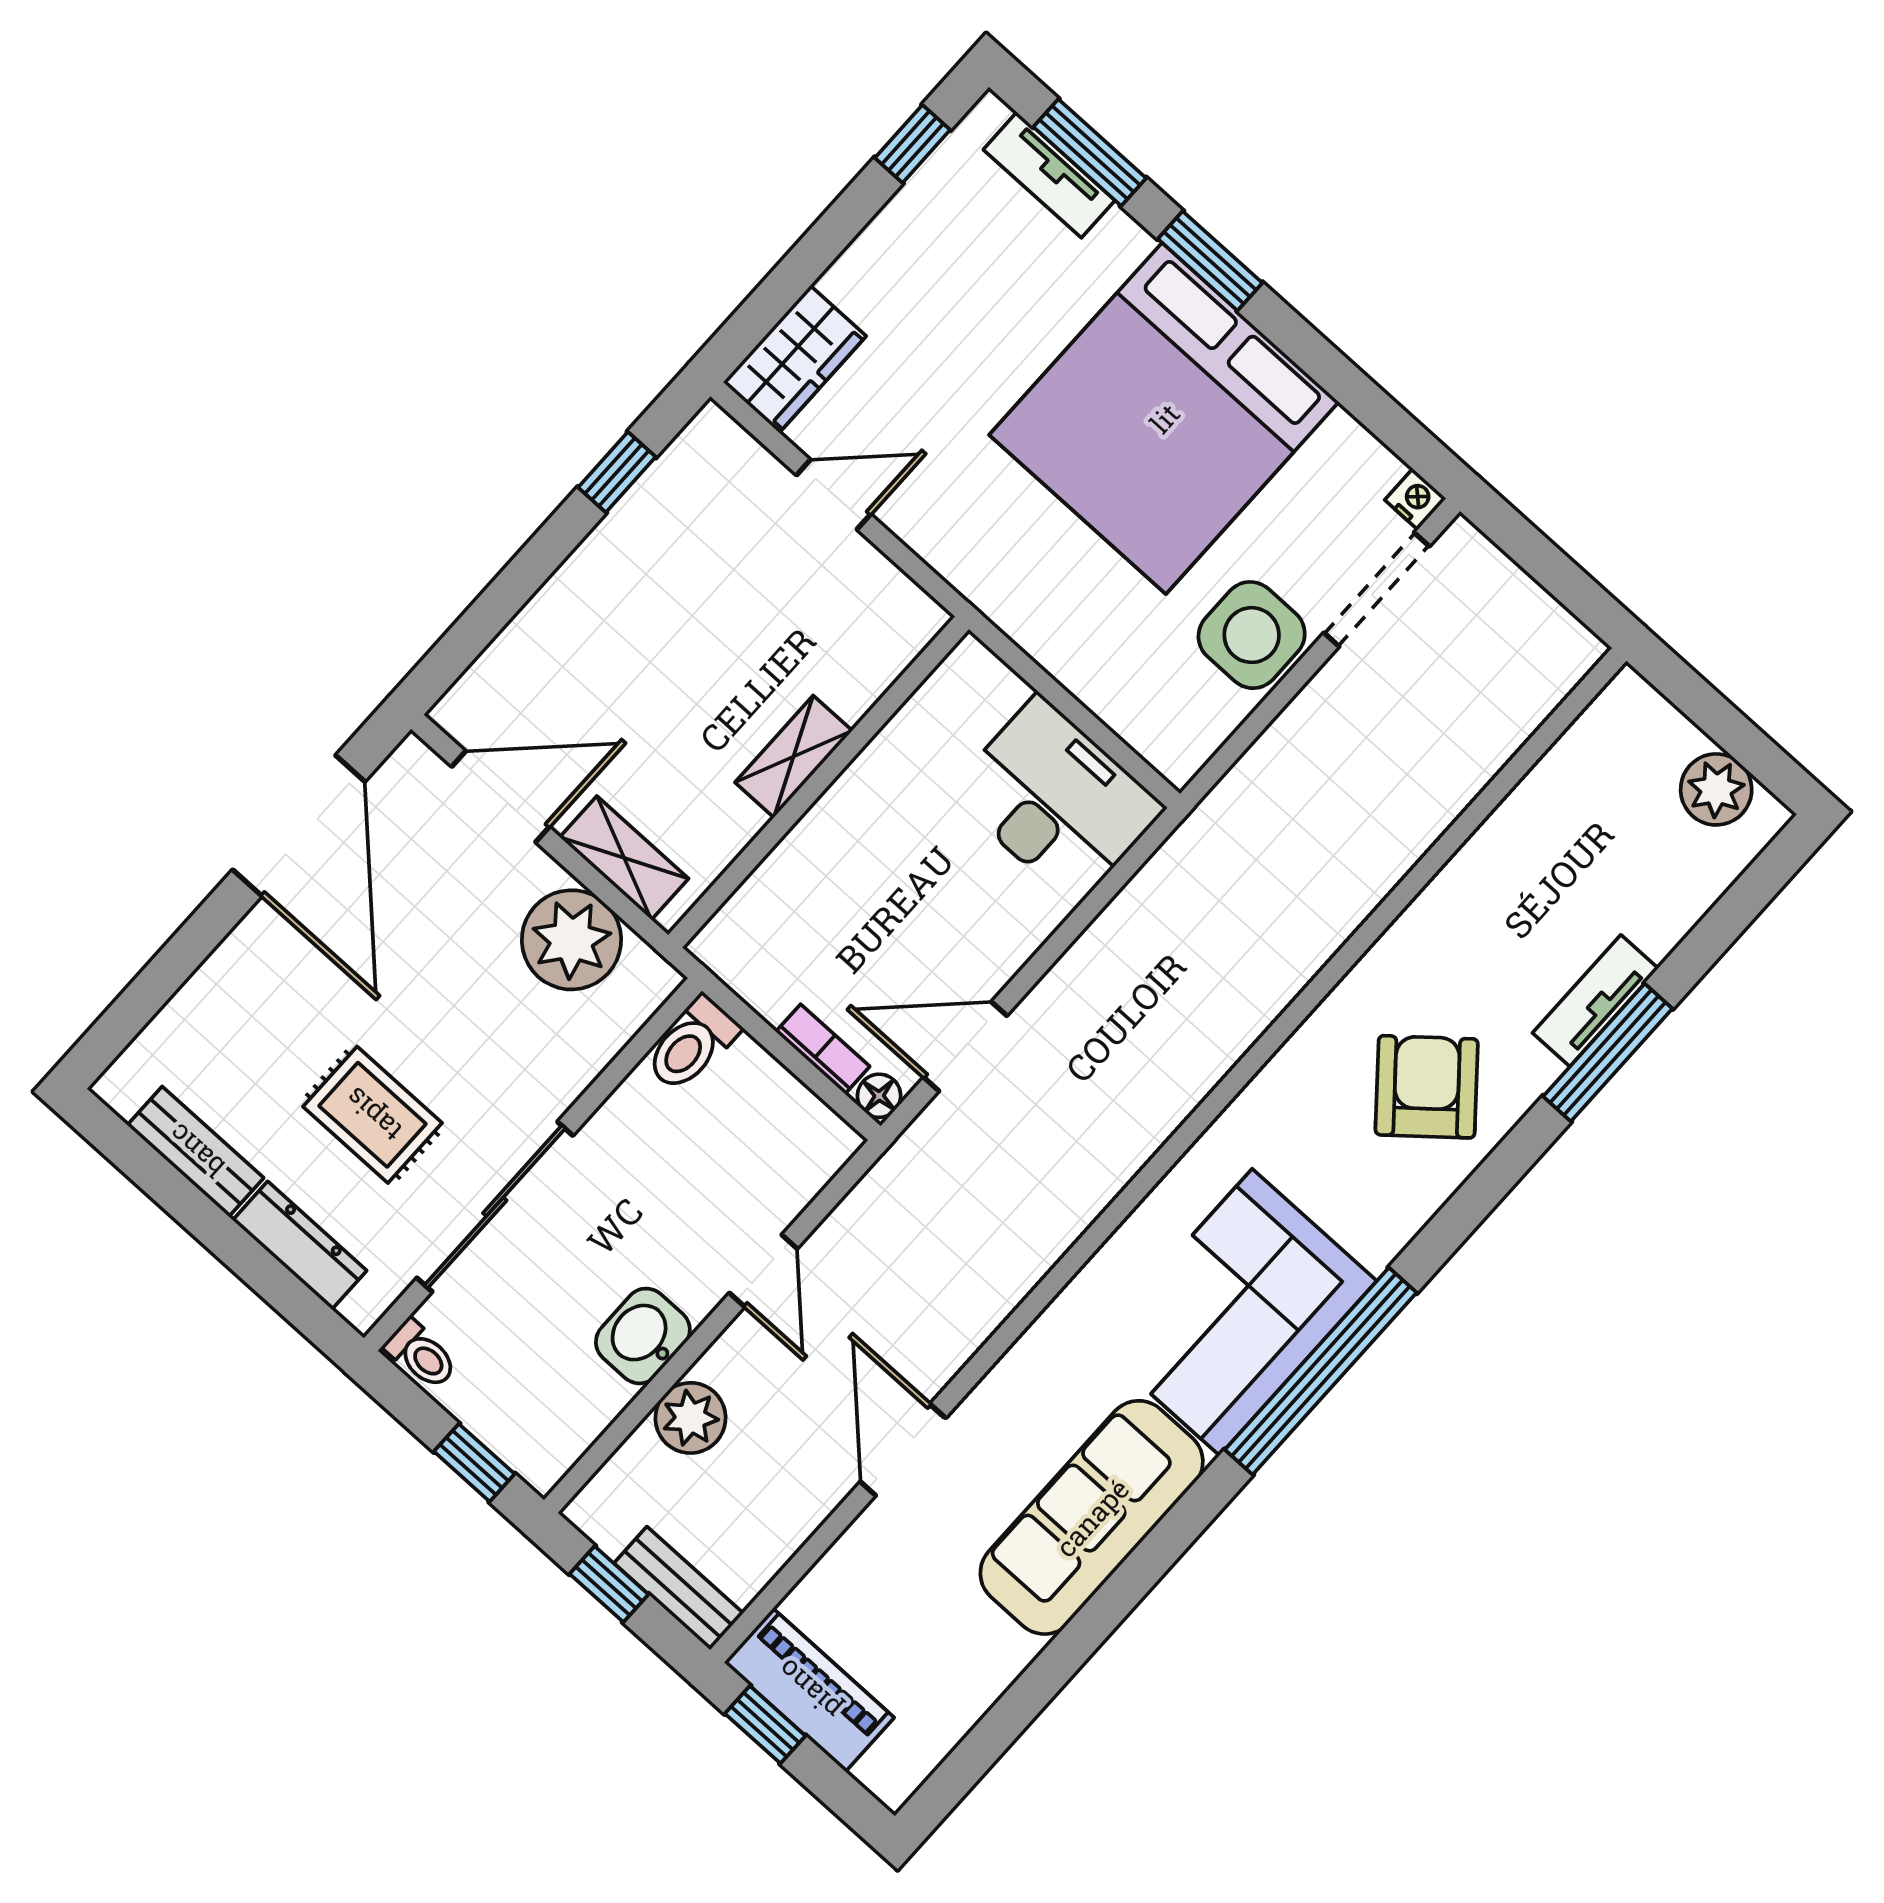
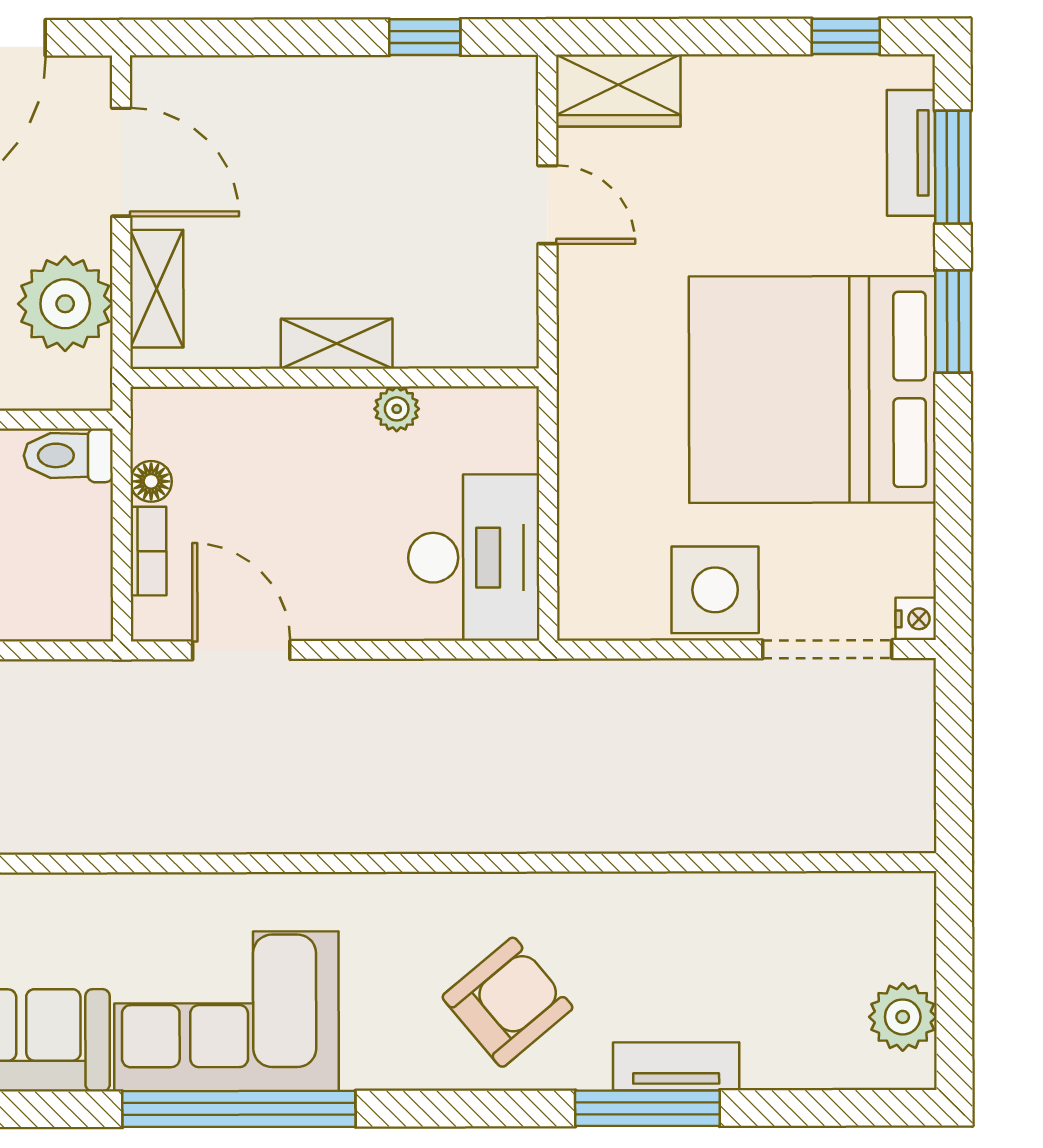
plant: (887, 756) -> (397, 409), added
floor lamp: (879, 1096) -> (151, 481), moved

